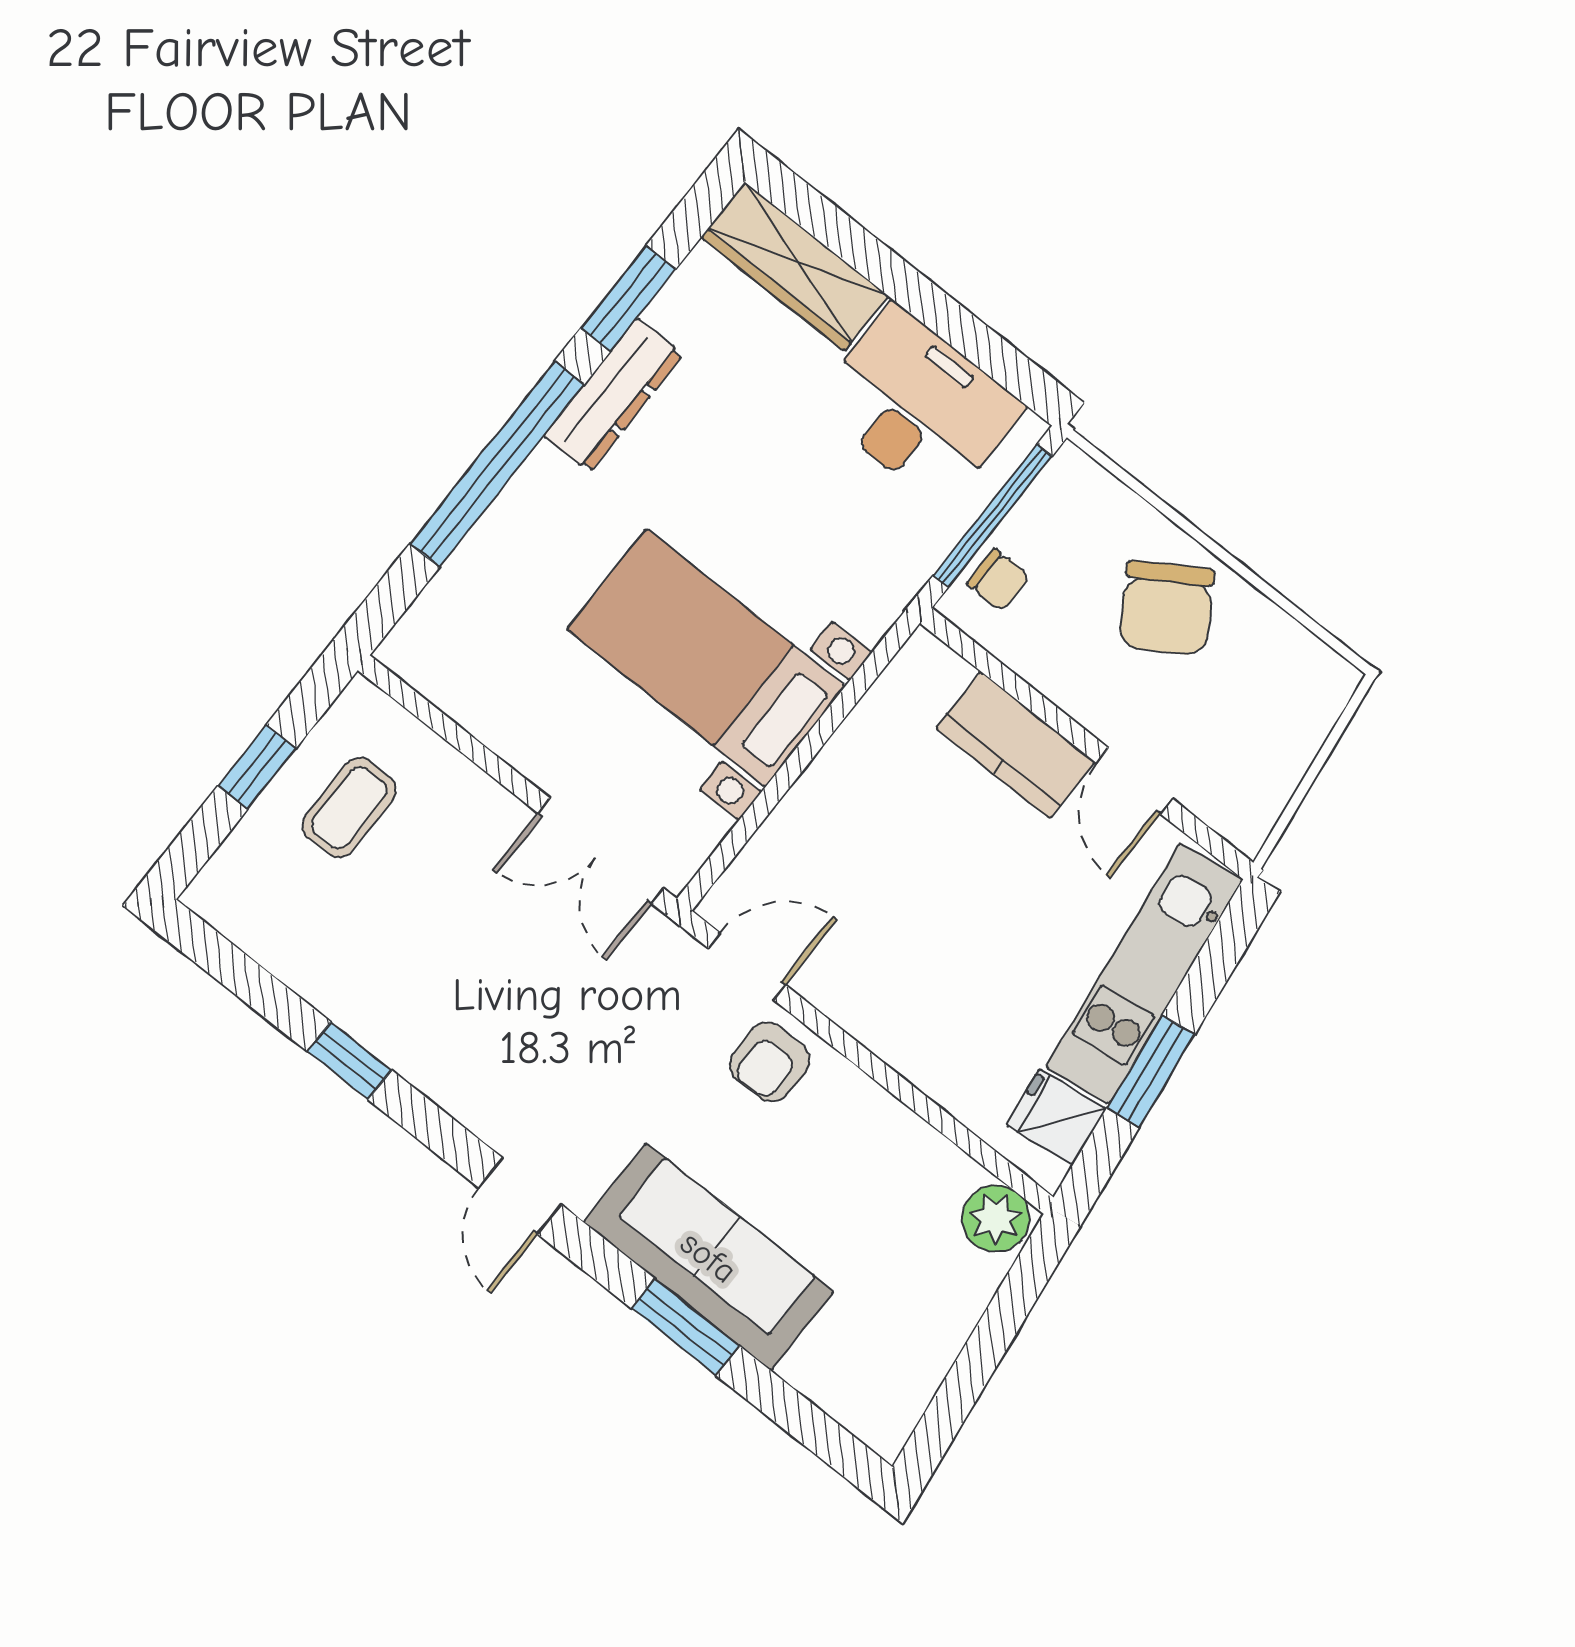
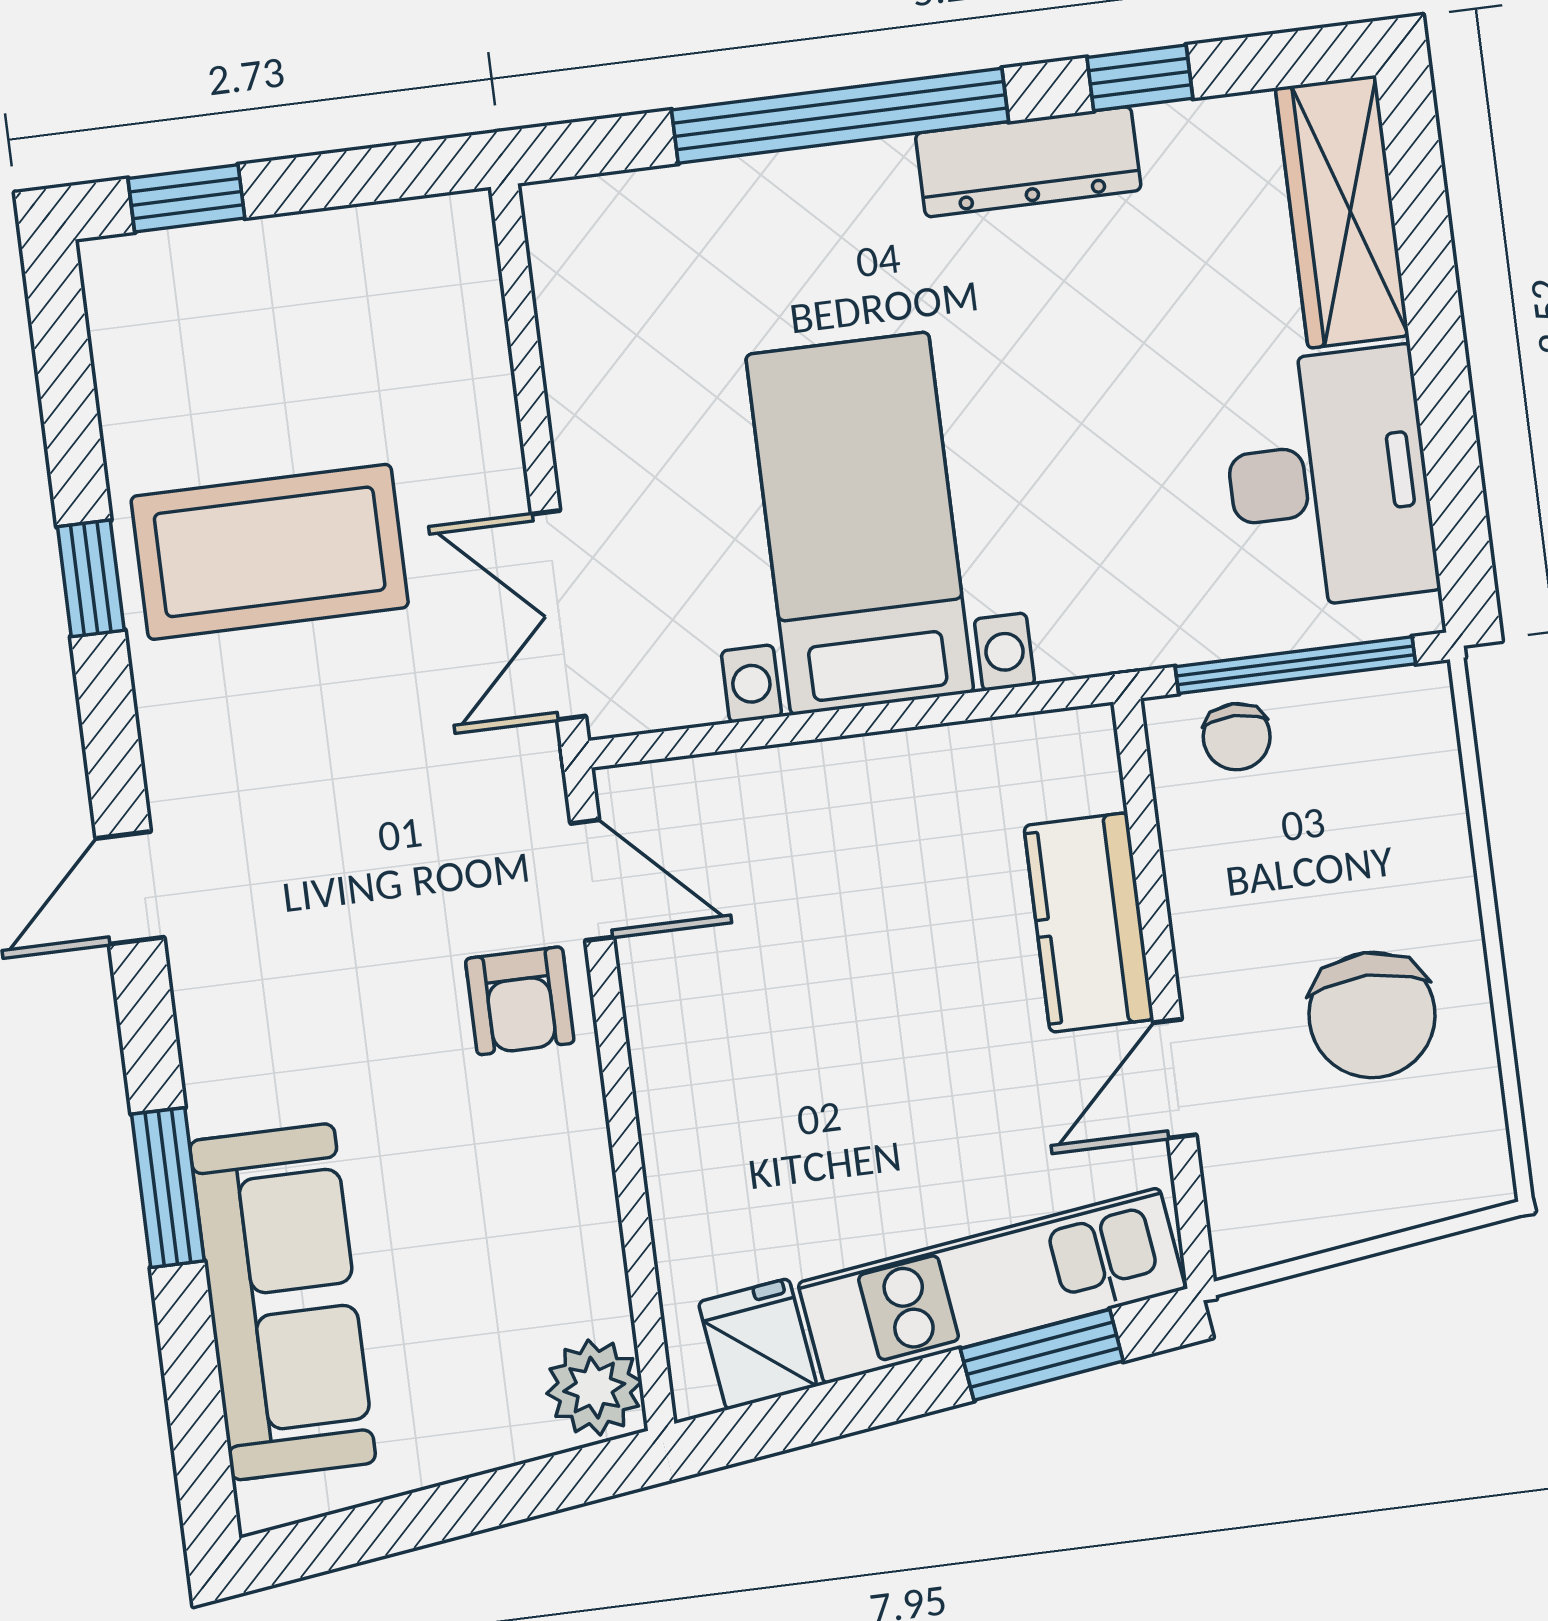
window: (628, 299) -> (1140, 78), width x0.67
chair: (1167, 608) -> (1372, 1015), moved, turned -58
window: (257, 767) -> (186, 198), moved
coffee table: (349, 807) -> (270, 552), moved, width x1.86, depth x1.72
armchair: (770, 1062) -> (520, 1001), turned -90
window: (1151, 1071) -> (1042, 1355), moved
sofa: (709, 1257) -> (283, 1302), moved

